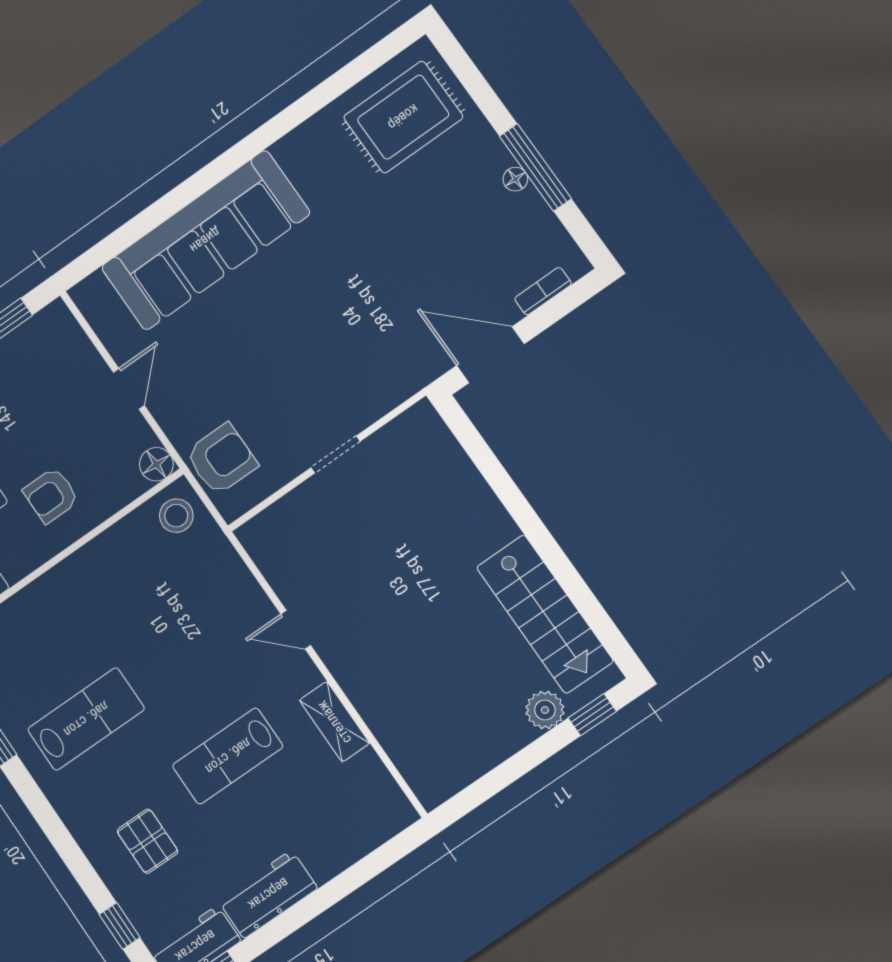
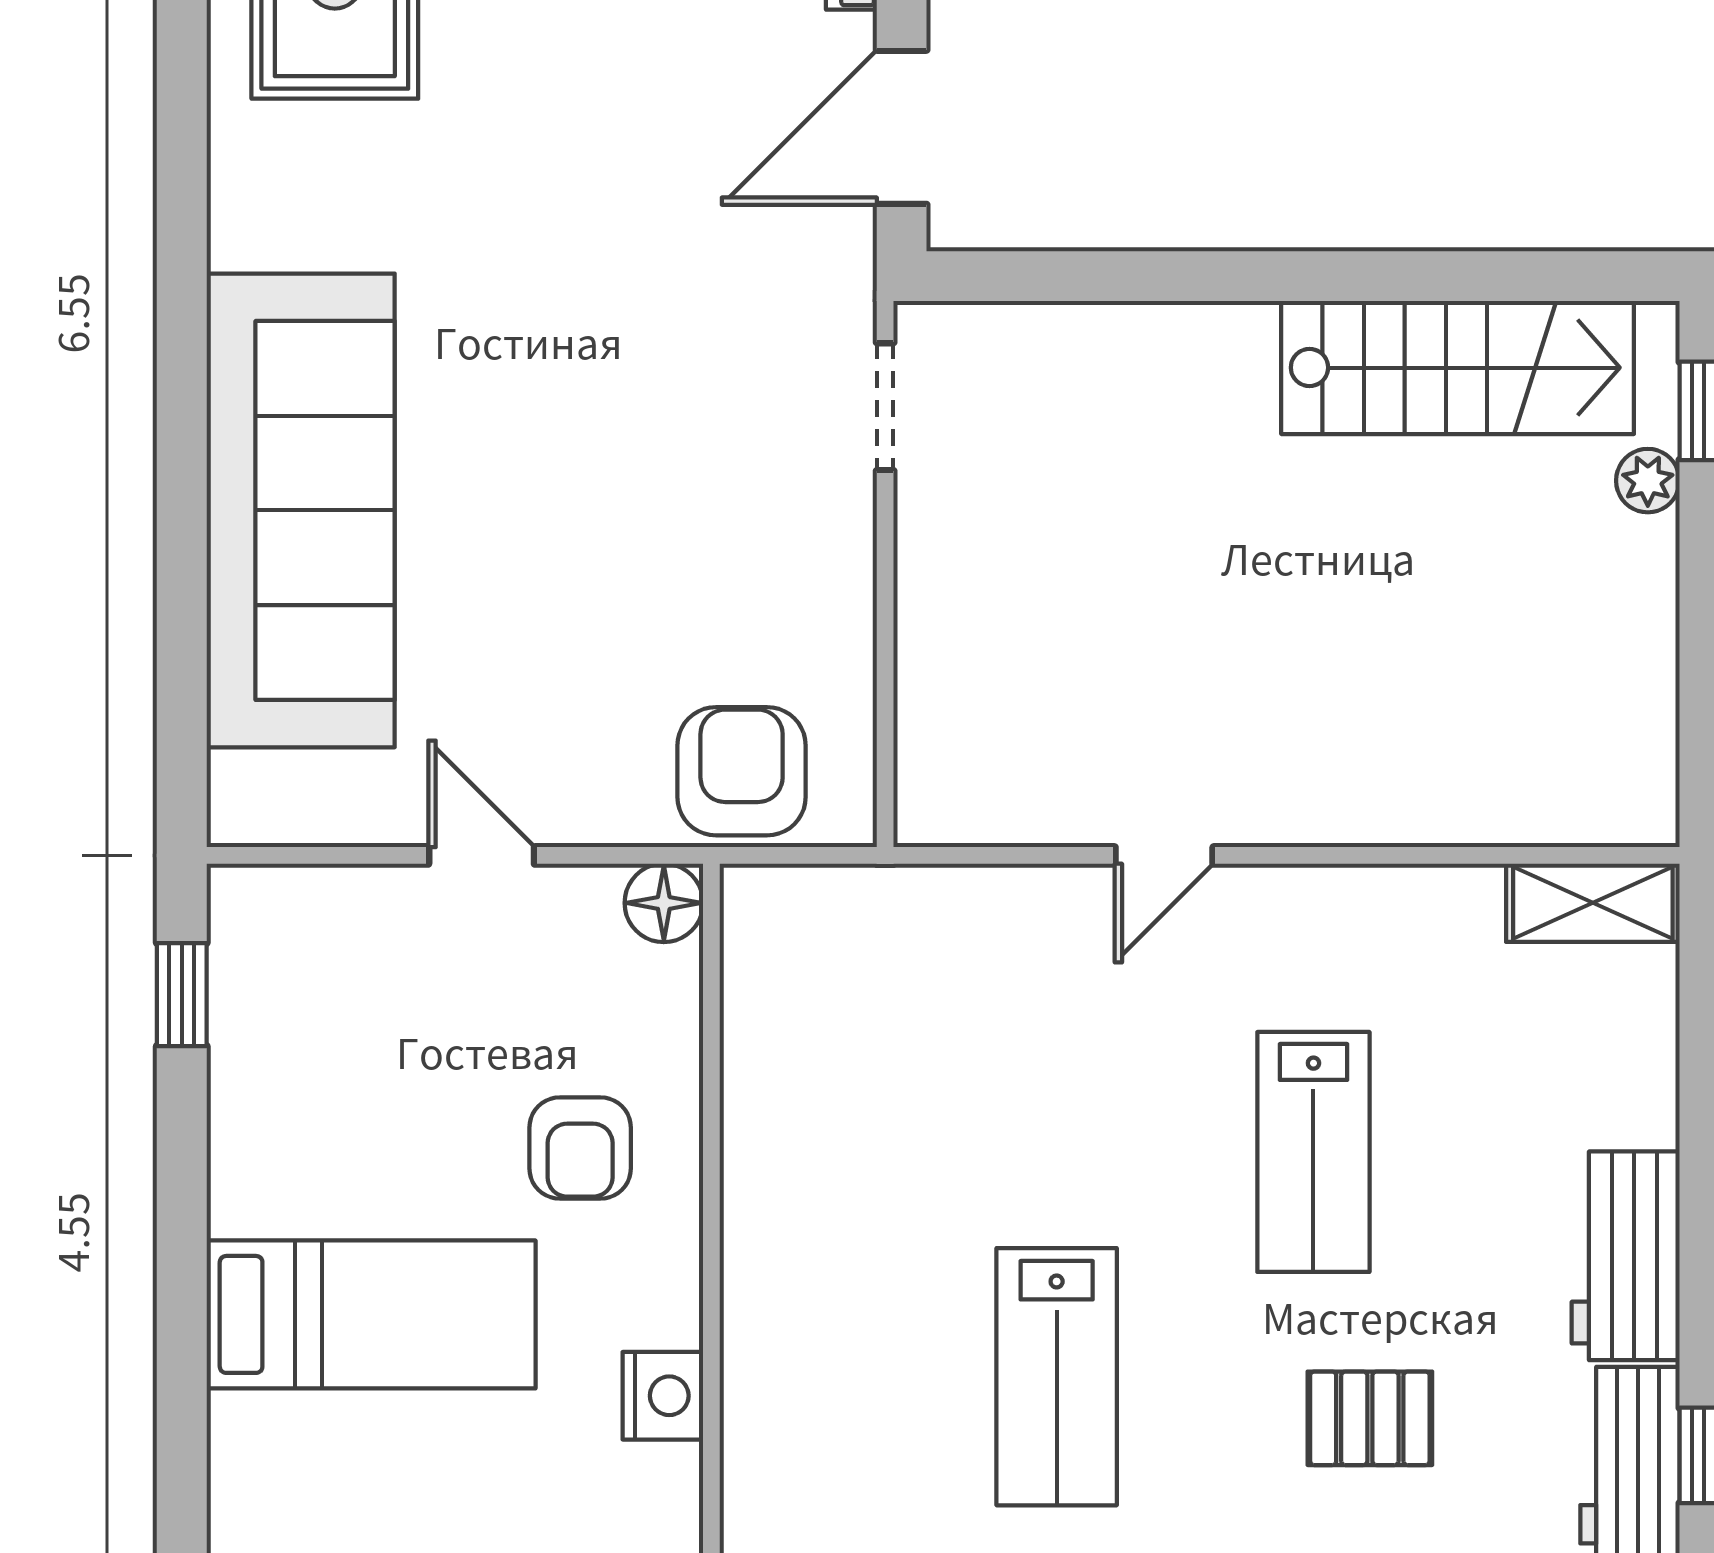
doorway: (335, 455) -> (885, 407), moved
stool: (176, 516) -> (789, 933), removed
plant: (545, 710) -> (1648, 481), width x0.73, depth x0.73
lab bench: (86, 719) -> (1057, 1377), turned 180
shelving: (334, 722) -> (1593, 903), moved

